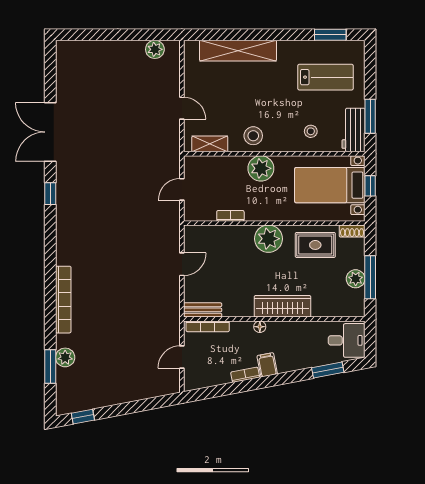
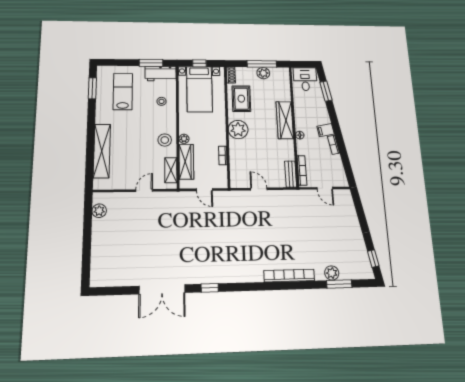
wardrobe: (222, 165) -> (186, 162), added
plant: (261, 168) -> (184, 139), width x0.53, depth x0.53

